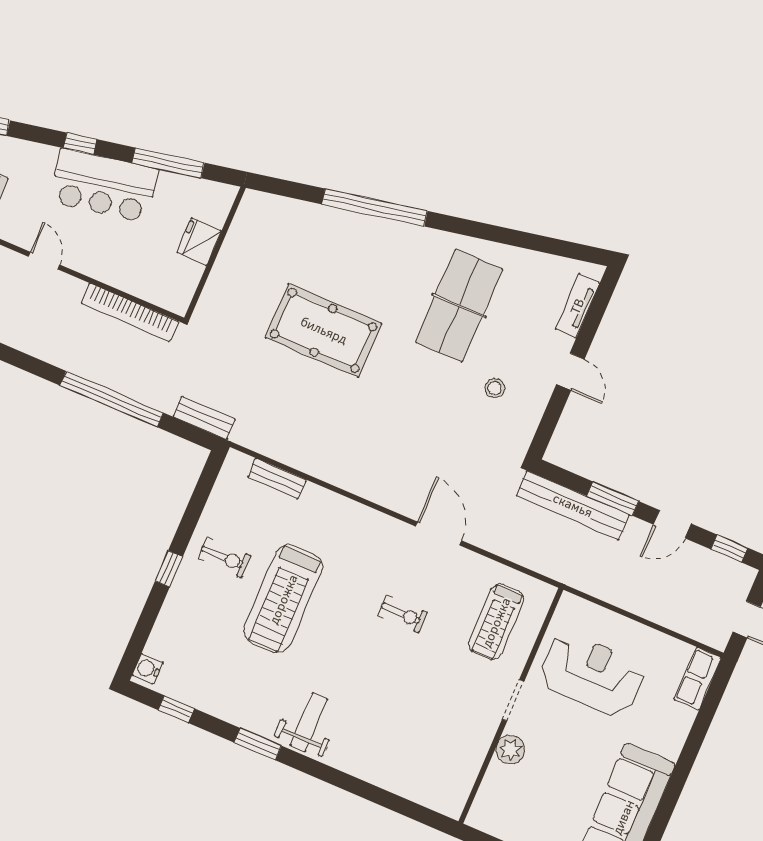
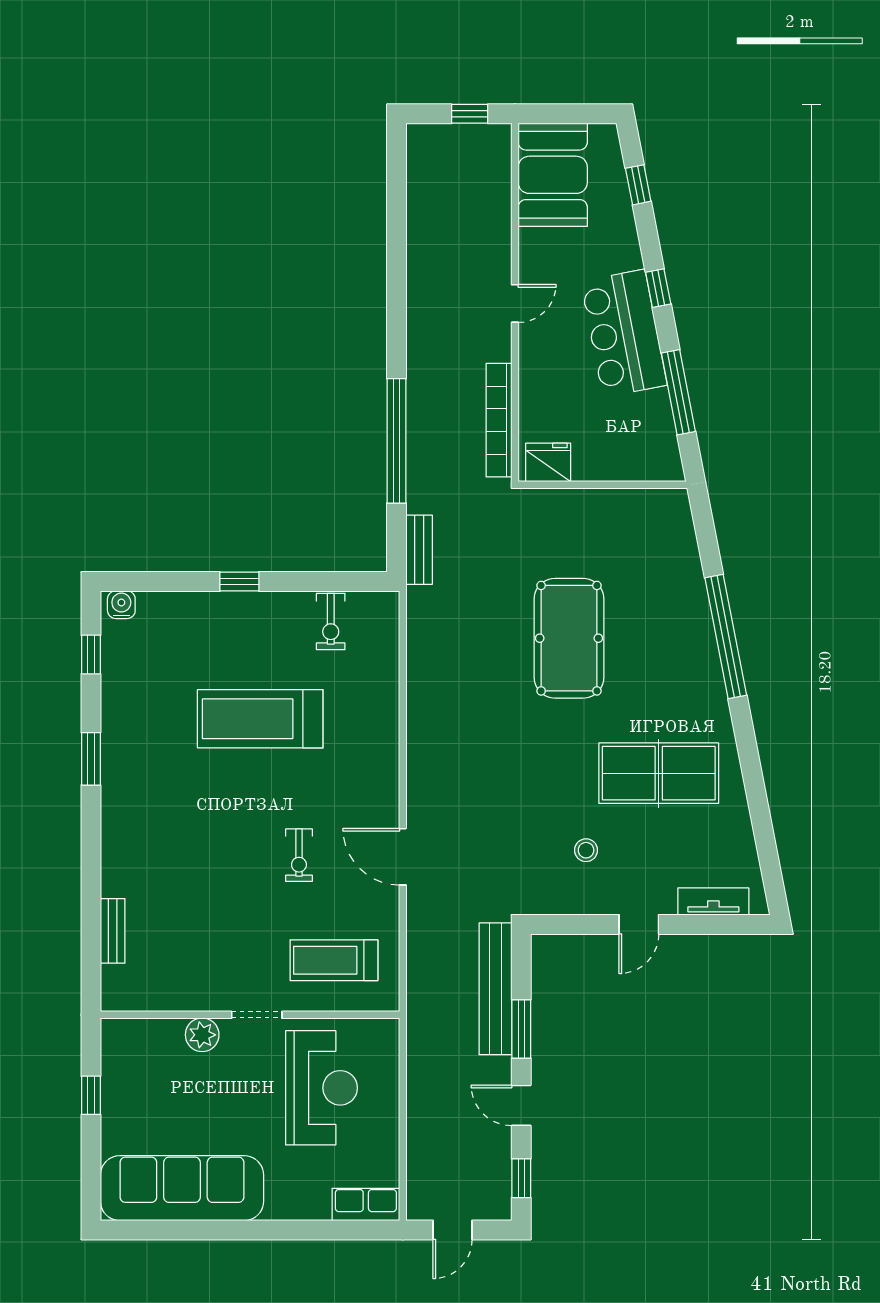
fridge: (199, 242) -> (548, 462), moved
bench: (277, 478) -> (113, 931), moved
door: (439, 533) -> (403, 857), swing flipped
exercise bike: (224, 557) -> (331, 622), moved
weight bench: (309, 722) -> (138, 804), removed

